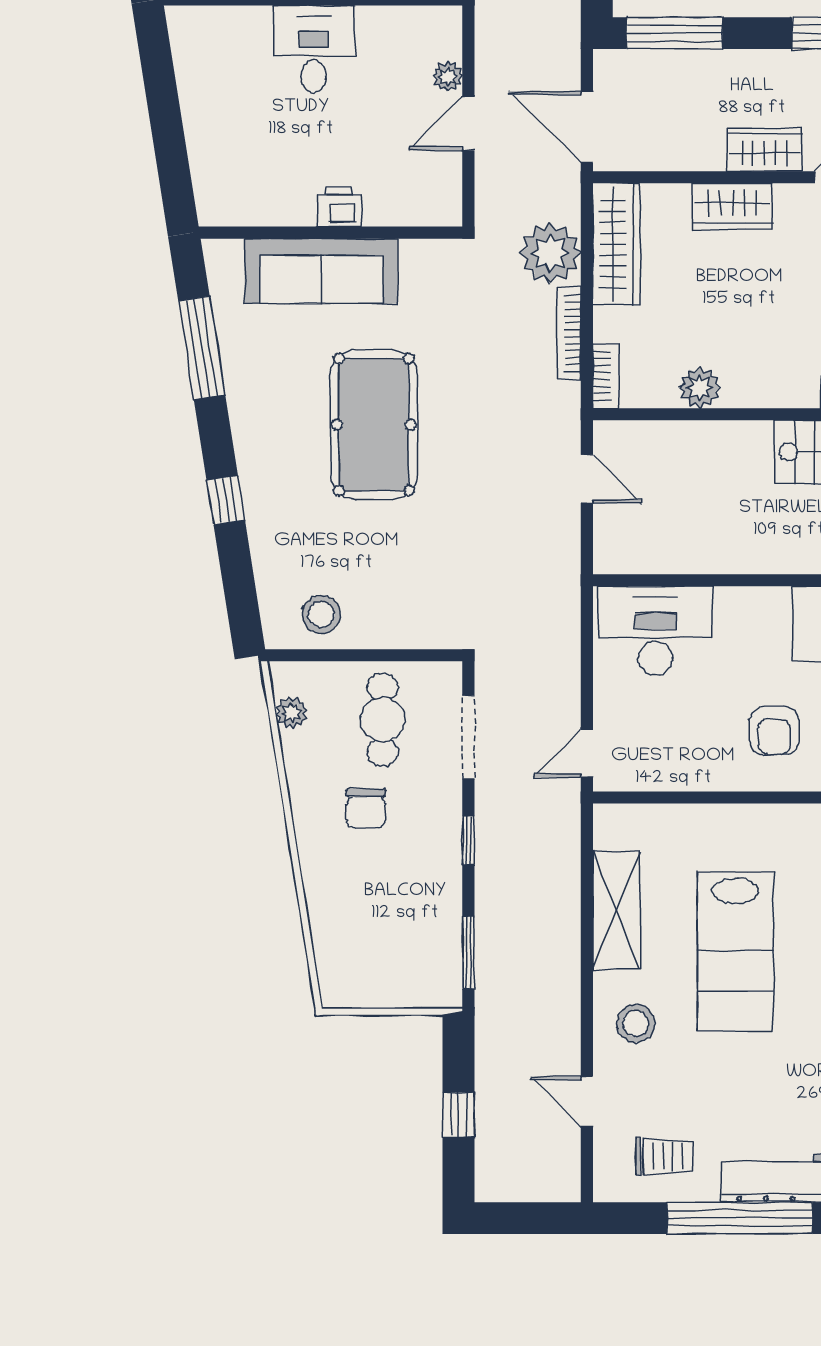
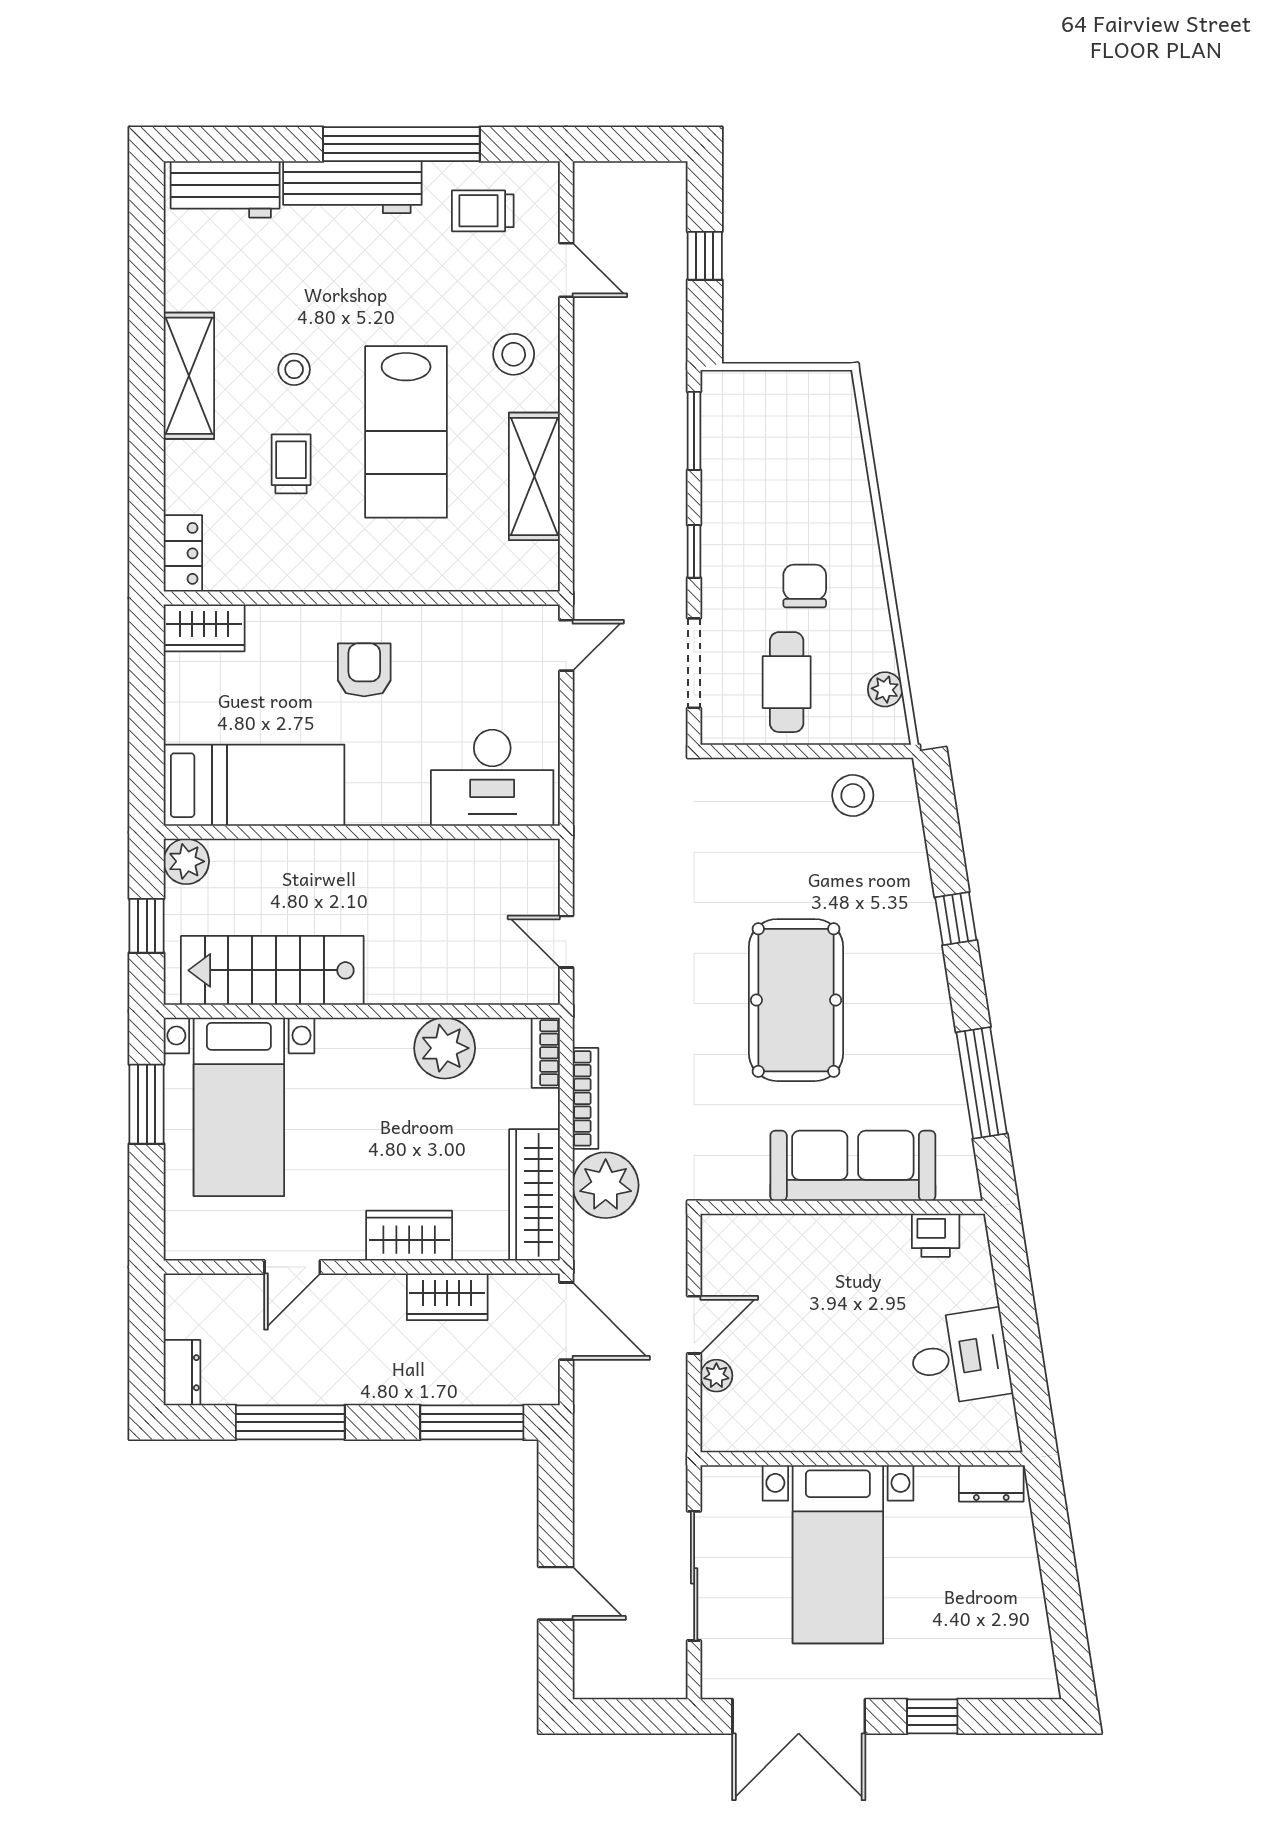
desk: (314, 49) -> (960, 1357), moved, turned -99
wardrobe: (764, 150) -> (447, 1297), moved
printer: (339, 207) -> (936, 1235), moved
plant: (700, 388) -> (445, 1048), width x1.36, depth x1.36
lab bench: (735, 951) -> (406, 432), turned 180

